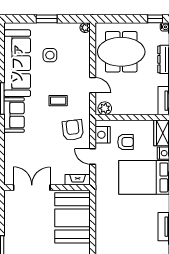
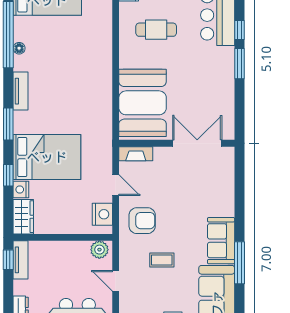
armchair: (73, 130) -> (142, 221), turned -83
armchair: (126, 142) -> (72, 205), removed
double door: (32, 188) -> (197, 143), swing flipped

